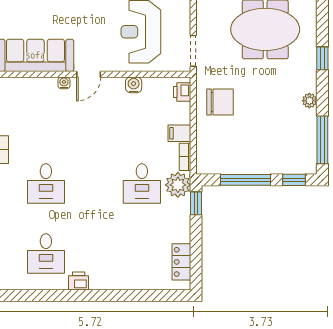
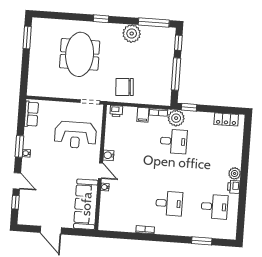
water cooler: (134, 85) -> (108, 155), moved
plant: (309, 101) -> (132, 34), width x1.88, depth x1.88
chair: (220, 102) -> (125, 87), turned -94
plant: (99, 281) -> (235, 173), added

